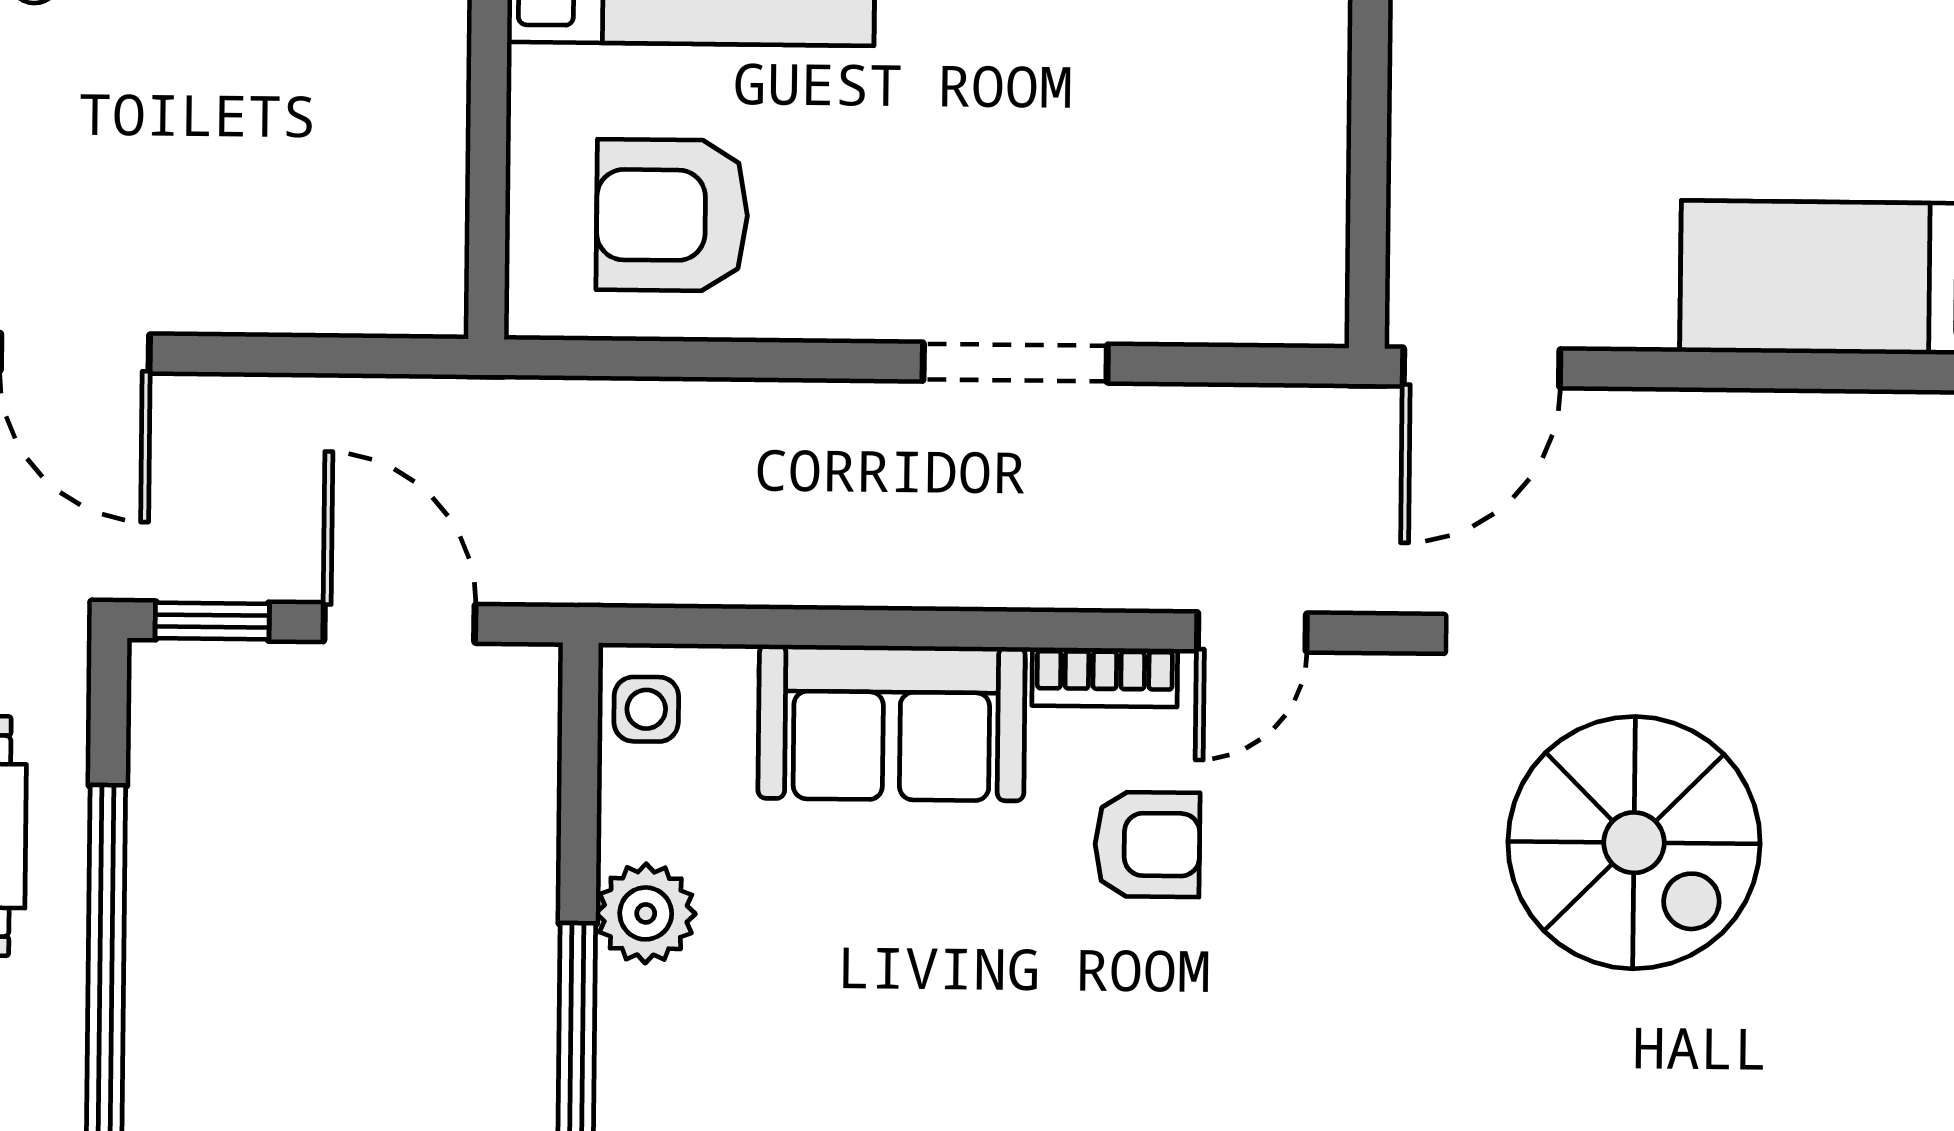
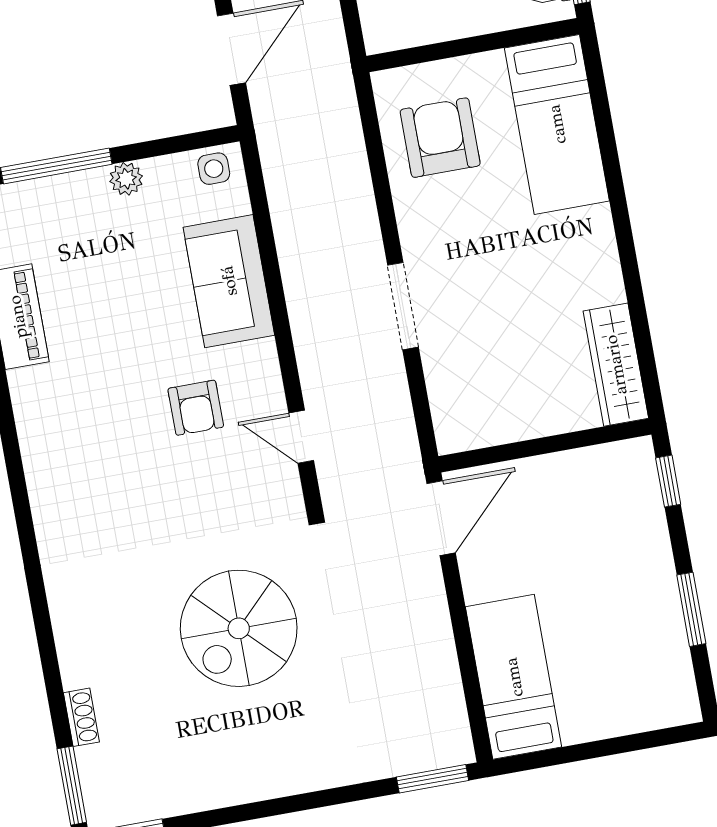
door: (1482, 367) -> (441, 518), swing flipped
bookcase: (1105, 677) -> (268, 374), removed
plant: (646, 913) -> (126, 179), width x0.73, depth x0.73

